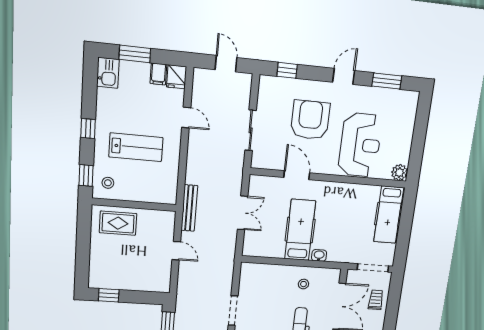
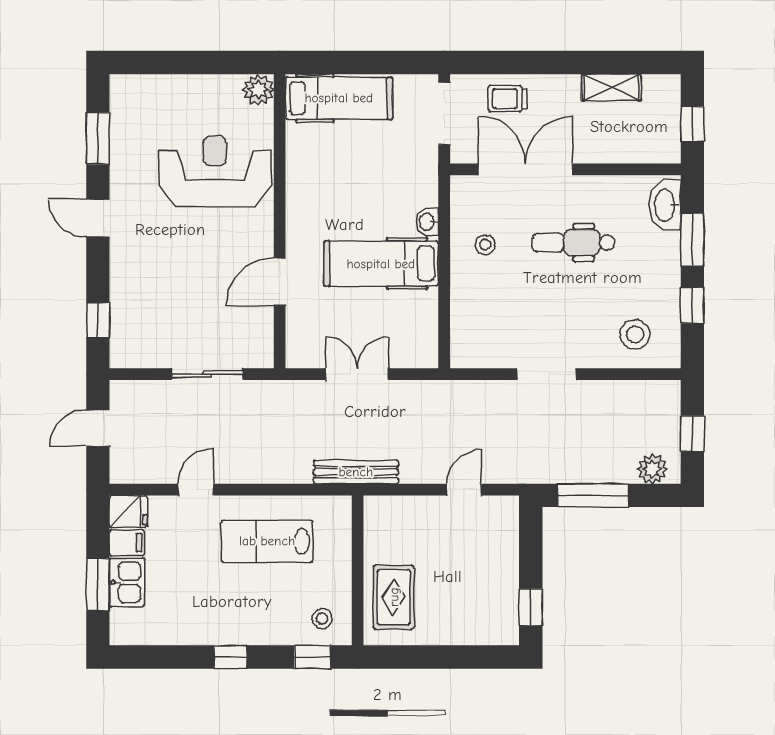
kitchen sink: (108, 73) -> (127, 582), moved, turned 90
armchair: (310, 120) -> (179, 269), removed
lab bench: (136, 147) -> (267, 541), moved, turned -90
door: (176, 251) -> (464, 490), moved

